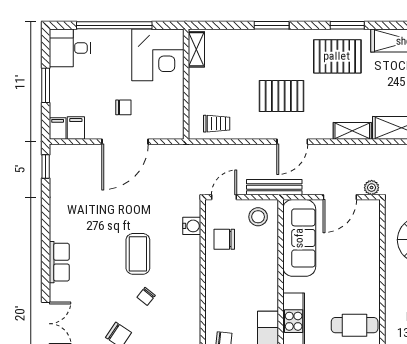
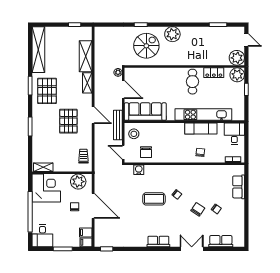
plant: (170, 114) -> (78, 182), added

